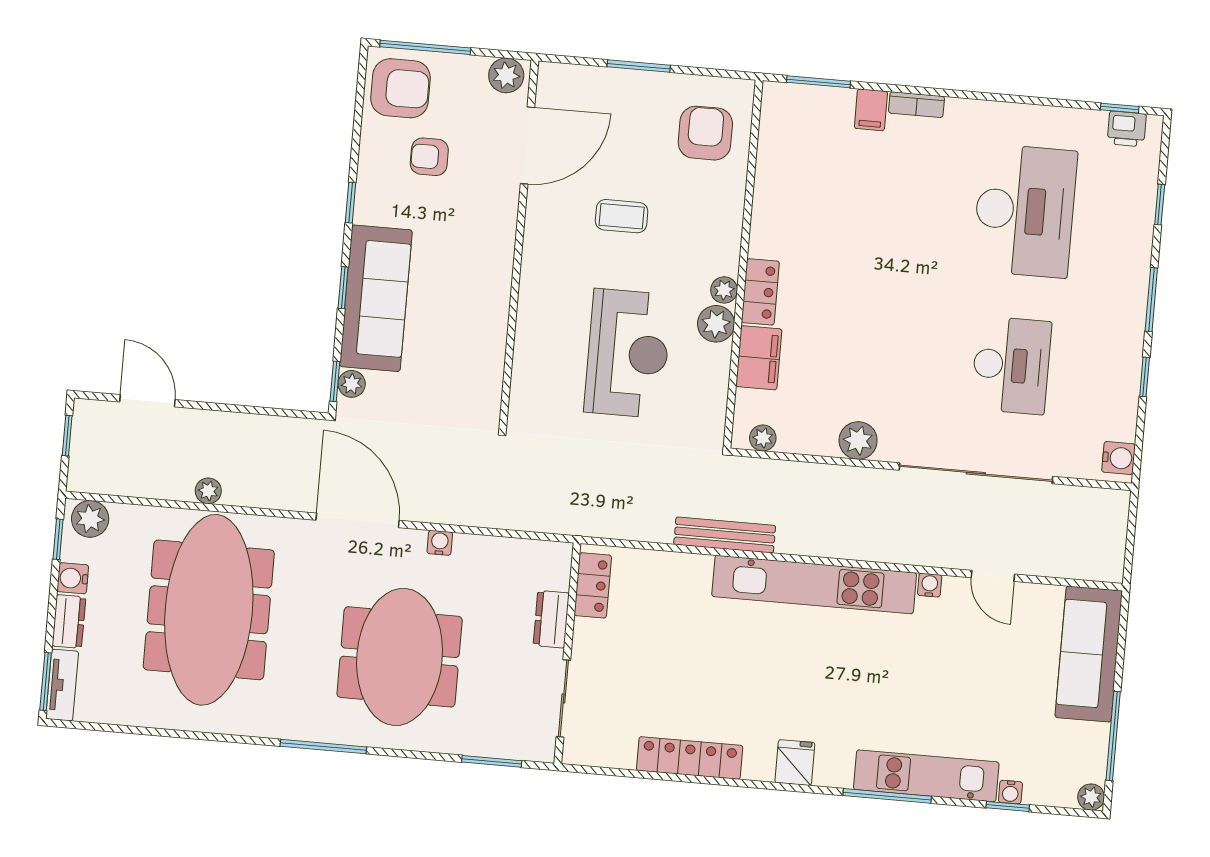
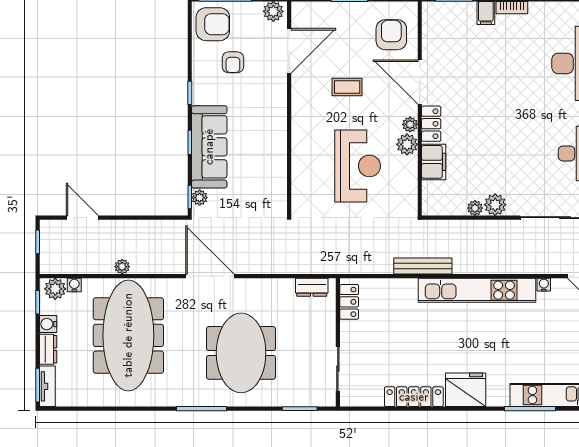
armchair: (429, 157) -> (233, 62), turned -90
door: (747, 219) -> (420, 82), added
plant: (763, 438) -> (475, 208), moved
water cooler: (440, 543) -> (74, 285), moved
dresser: (551, 619) -> (312, 287), moved, turned -90
fridge: (795, 763) -> (466, 390), width x1.88, depth x1.34

